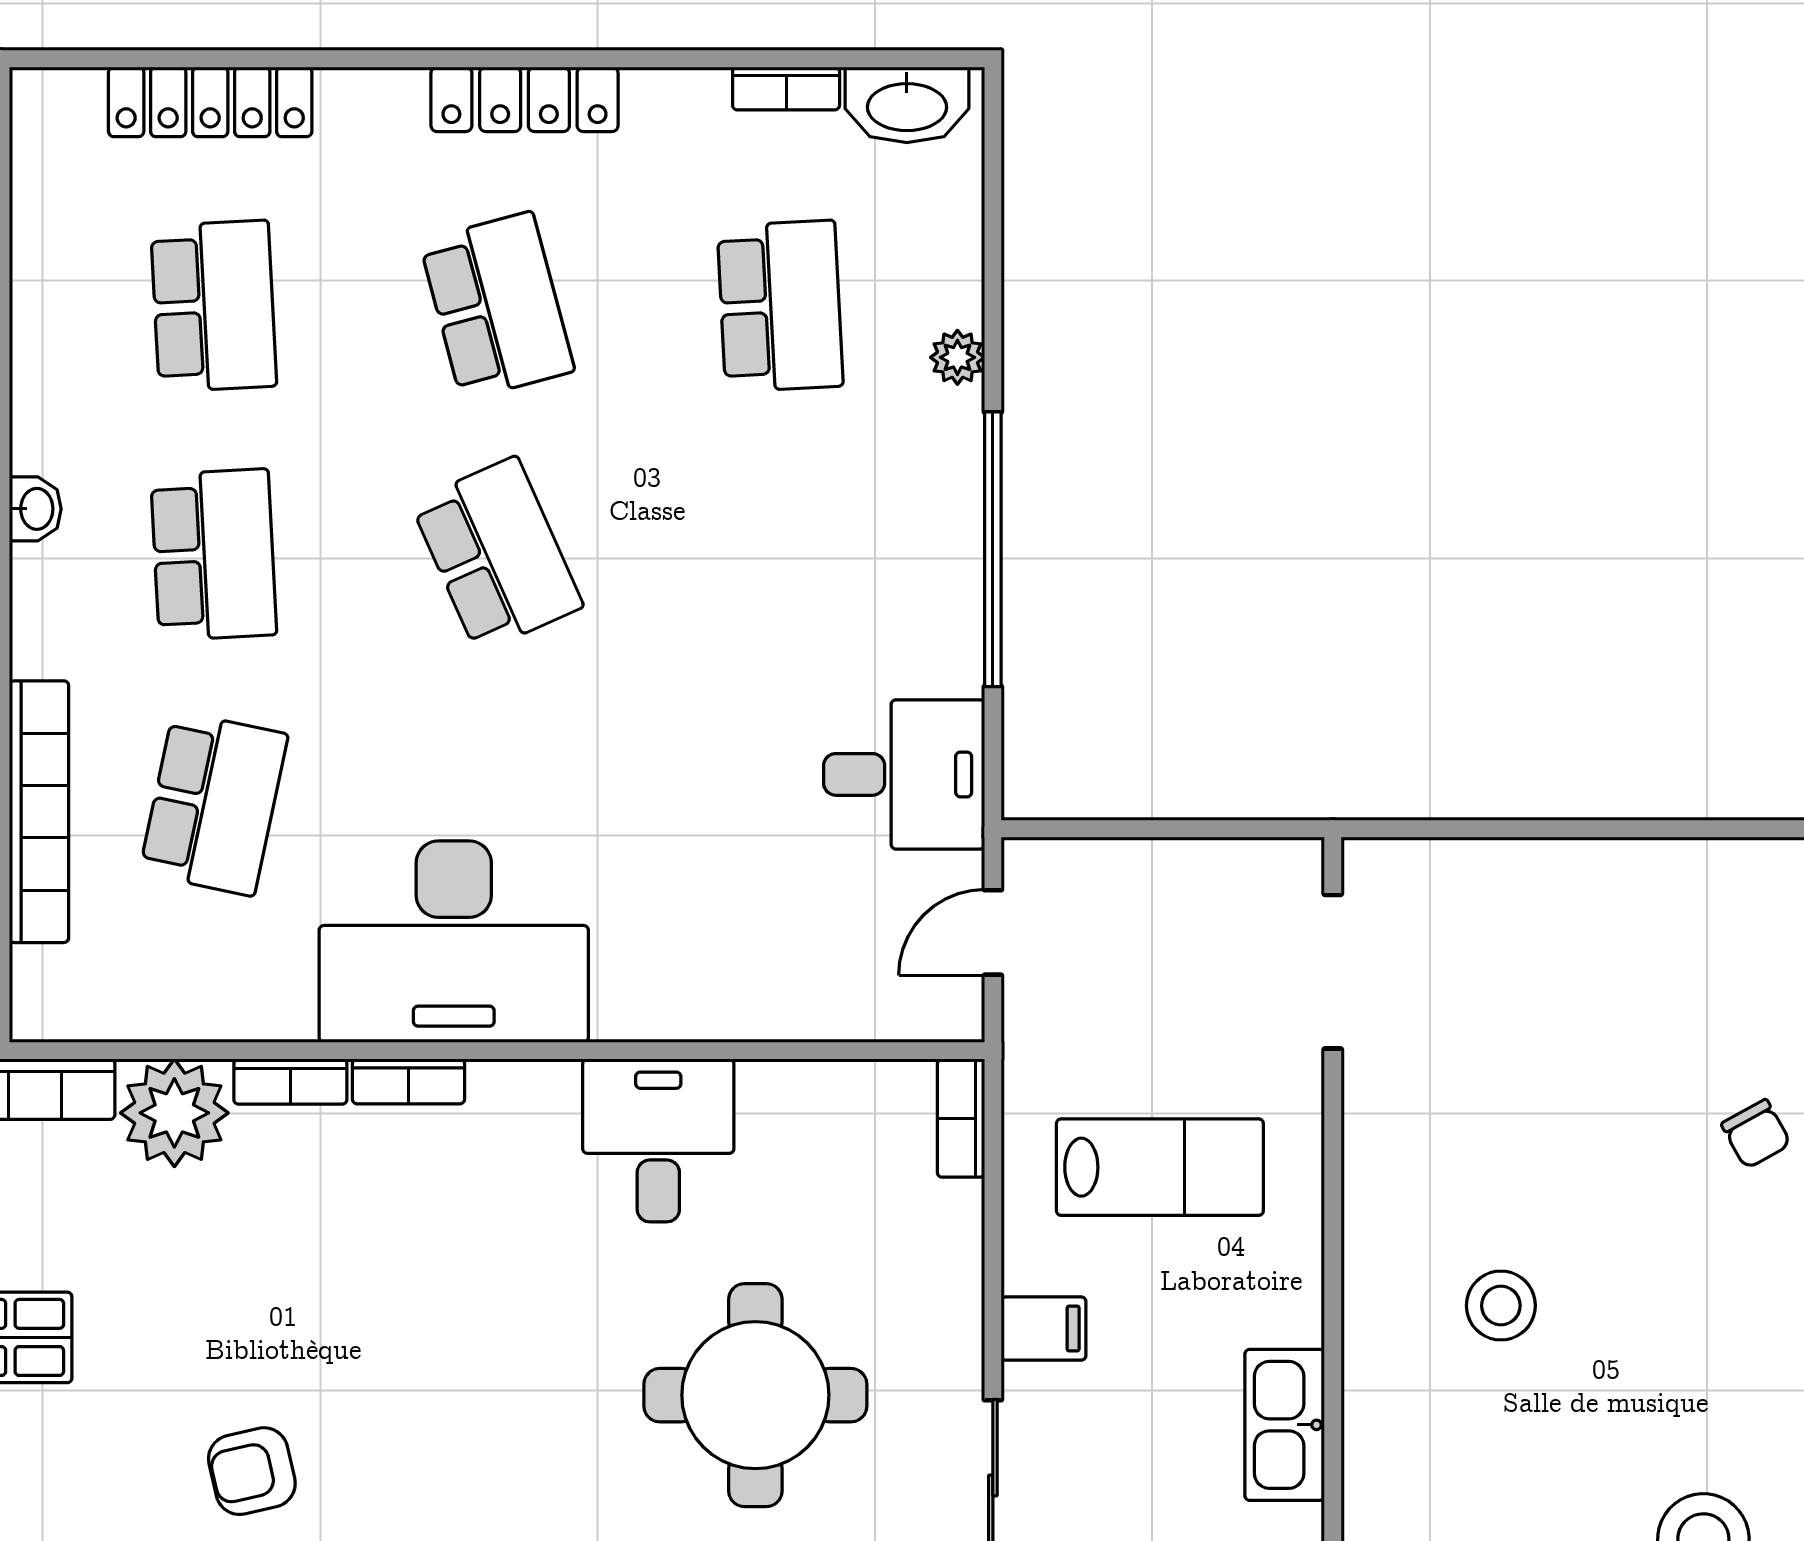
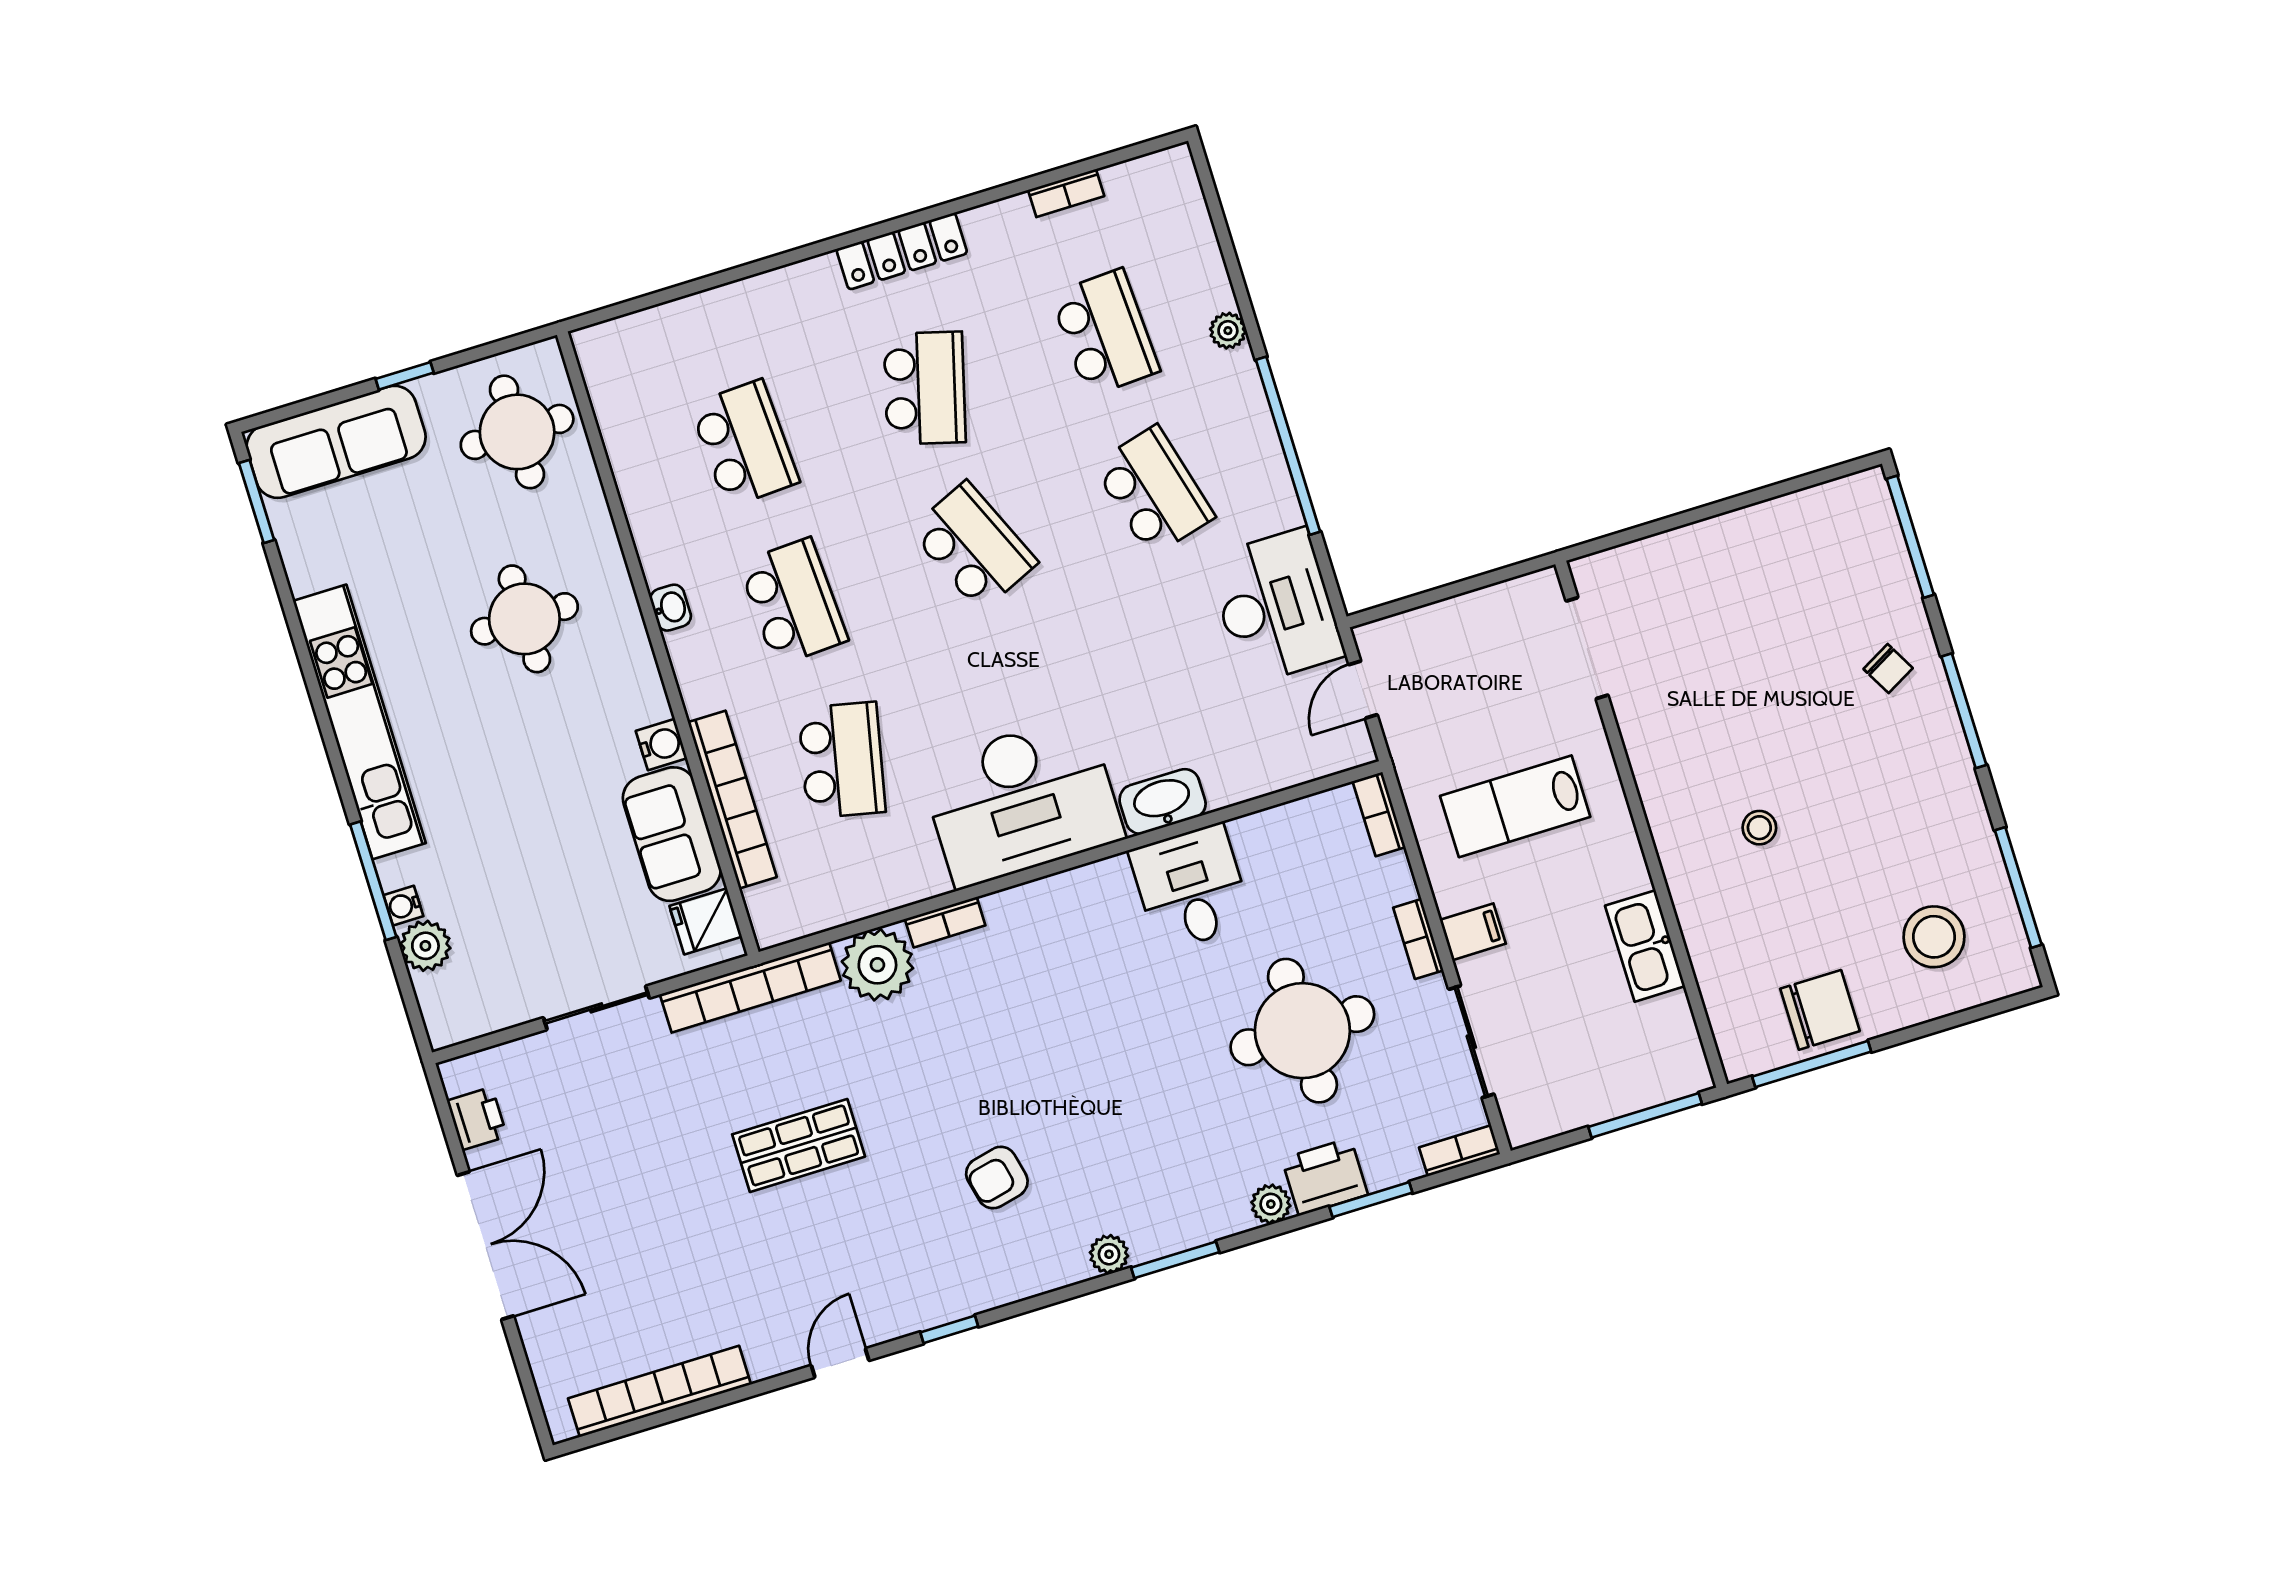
locker: (210, 102) -> (702, 314), removed
washbasin: (907, 105) -> (1163, 802), moved, turned 180
school desk: (497, 306) -> (925, 388), turned 30
school desk: (780, 555) -> (1154, 491), added
desk: (904, 774) -> (1276, 607), width x1.37
bookcase: (408, 1081) -> (1418, 939), moved, turned 90
lab bench: (1160, 1167) -> (1515, 806), turned 180
stool: (1501, 1306) -> (1759, 828), width x0.73, depth x0.73

